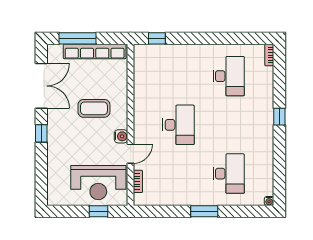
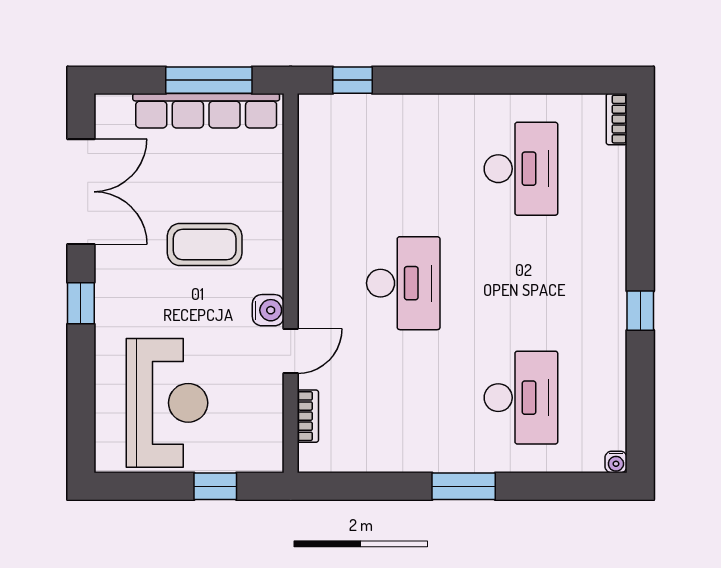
window: (77, 38) -> (209, 80), moved
window: (279, 117) -> (640, 311), moved
reception desk: (98, 183) -> (167, 403), moved, turned -90

